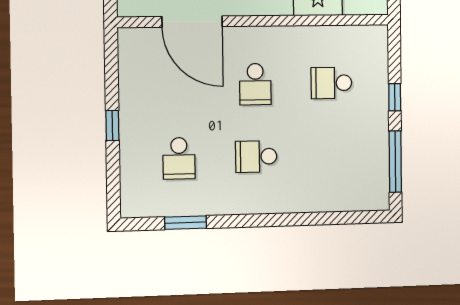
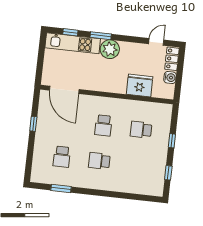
door: (192, 22) -> (64, 90), moved
window: (112, 125) -> (33, 124), moved
window: (395, 162) -> (168, 173), width x0.46

